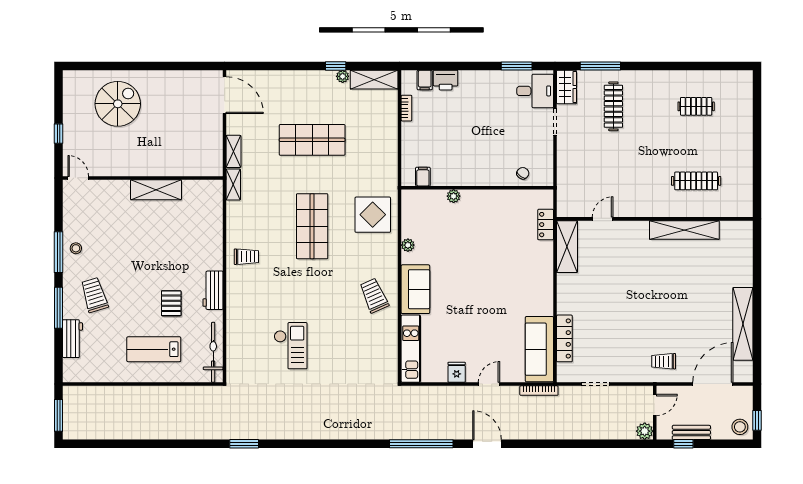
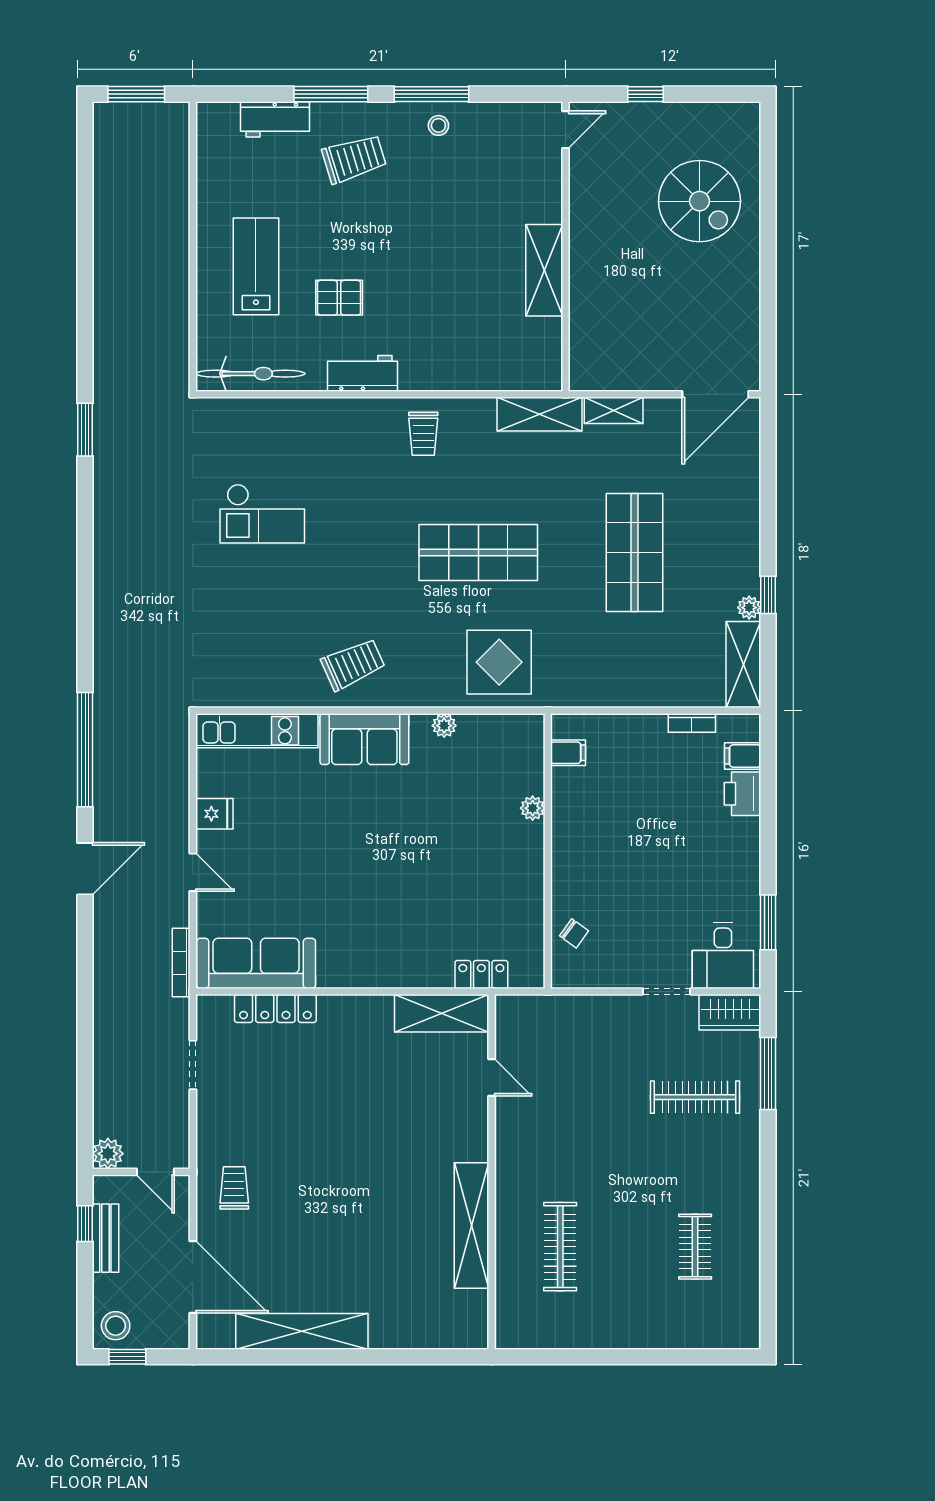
shelving: (233, 185) -> (540, 414), width x1.50, depth x1.33

